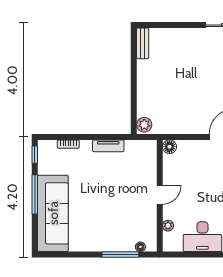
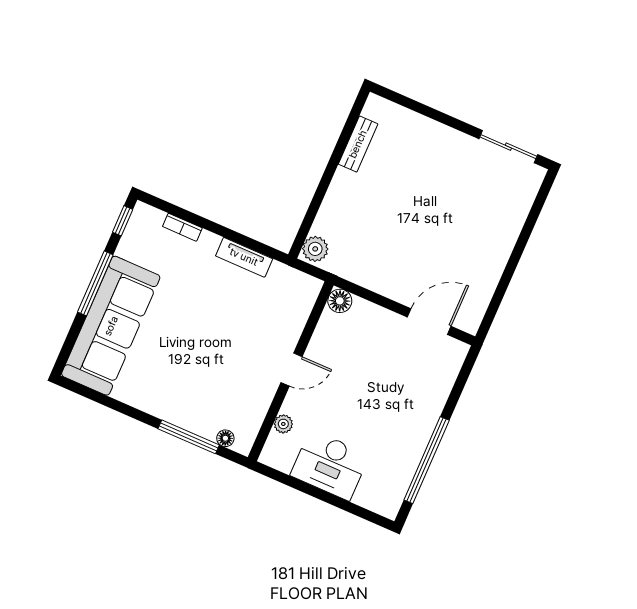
bench: (143, 43) -> (358, 144), moved

